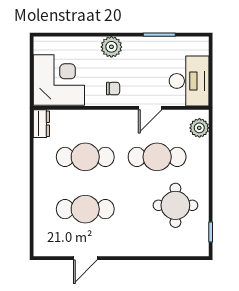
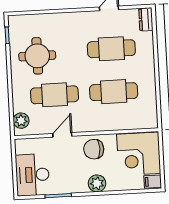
filing cabinet: (44, 45) -> (153, 182), added
desk: (189, 81) -> (32, 175), moved
chair: (113, 89) -> (94, 149), width x1.87, depth x1.87
dresser: (41, 124) -> (146, 19), moved

